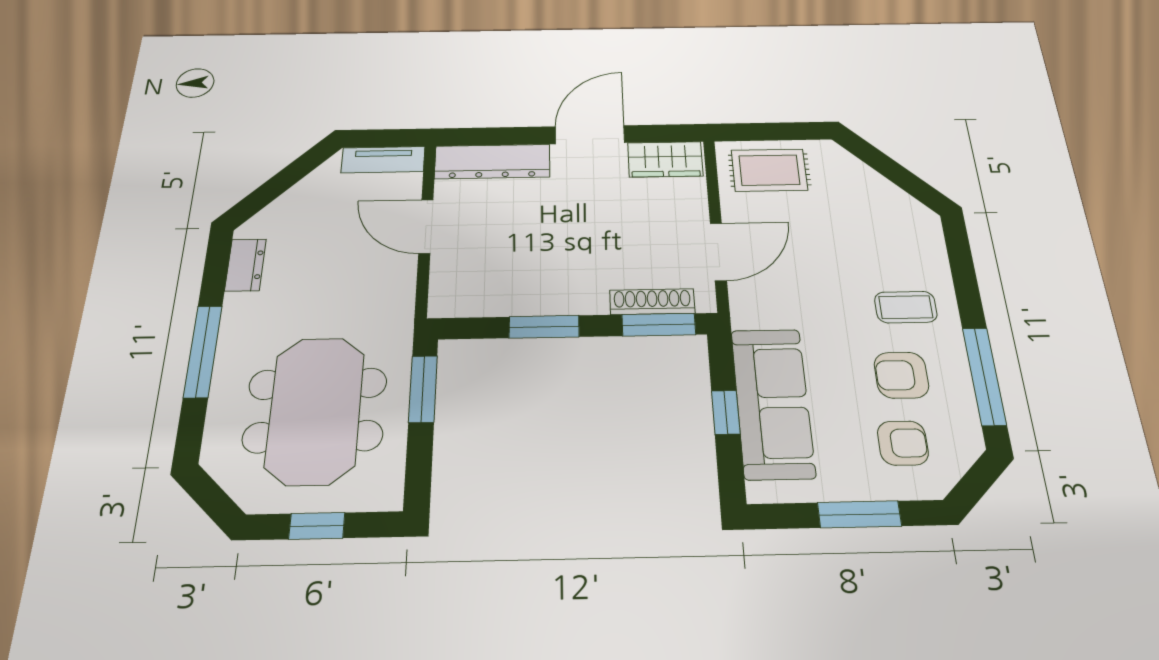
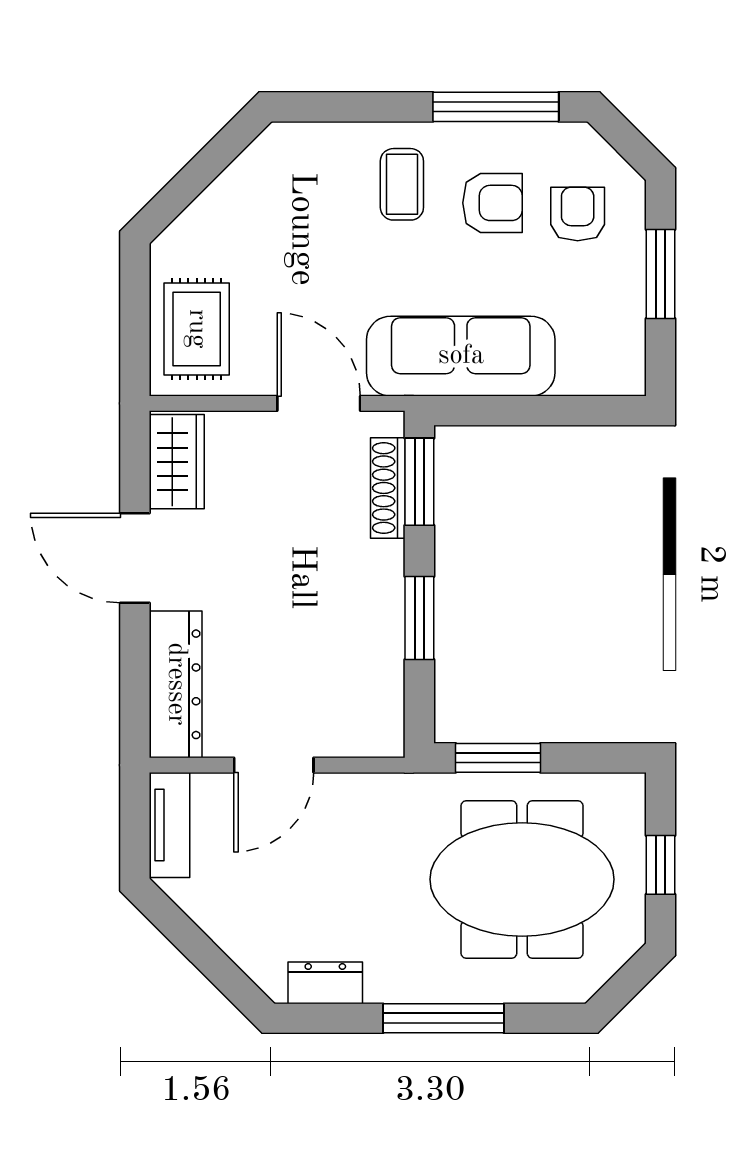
armchair: (901, 375) -> (492, 203), turned -90
sofa: (772, 403) -> (461, 356), moved
window: (726, 412) -> (535, 411), removed

